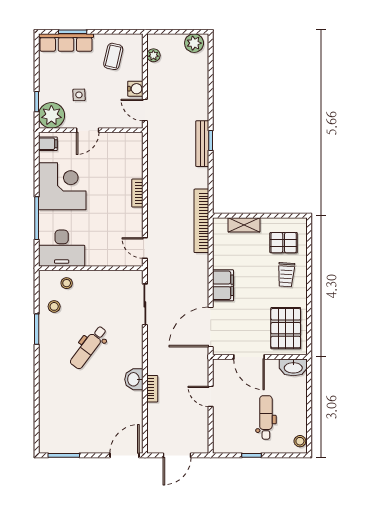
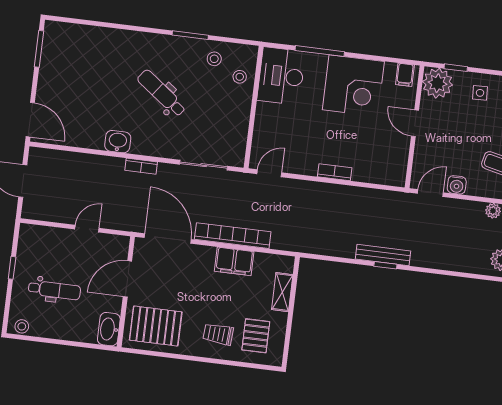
side table: (79, 95) -> (480, 93), moved
bookcase: (201, 221) -> (233, 236), moved
filing cabinet: (223, 285) -> (234, 261), moved
bookcase: (152, 389) -> (141, 166), moved

